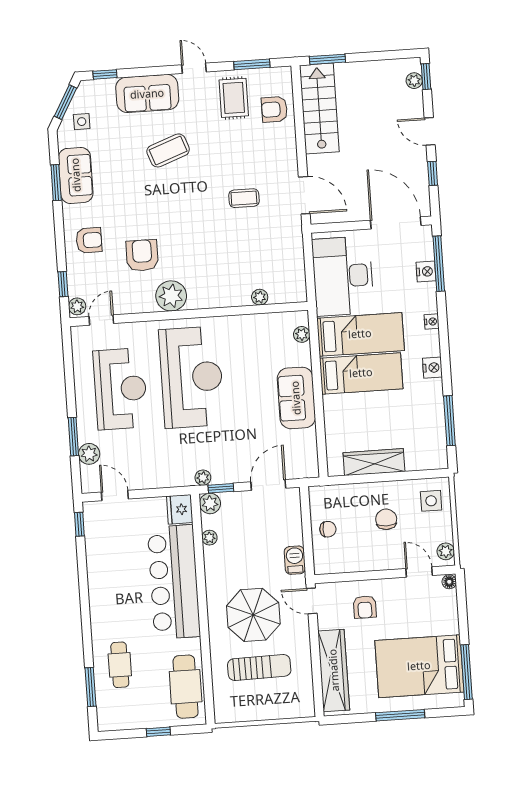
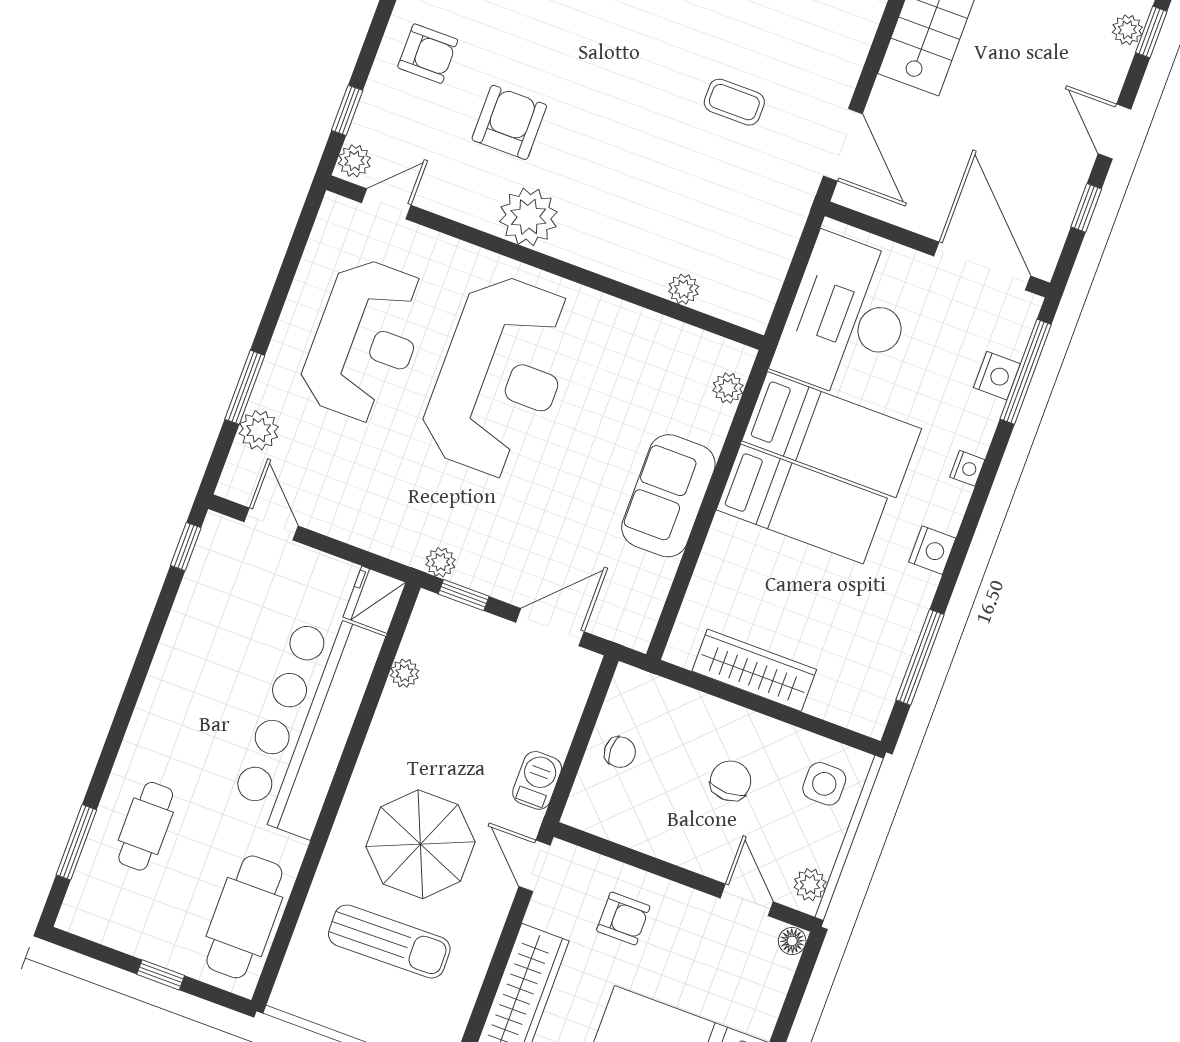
plant: (210, 503) -> (433, 613), removed
armchair: (365, 607) -> (623, 919), turned -90

